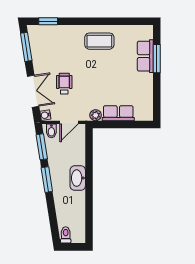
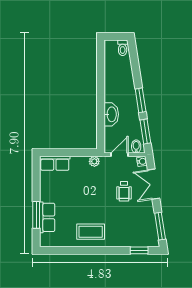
row of seats: (118, 113) -> (55, 163), moved
washbasin: (78, 178) -> (111, 114), moved

